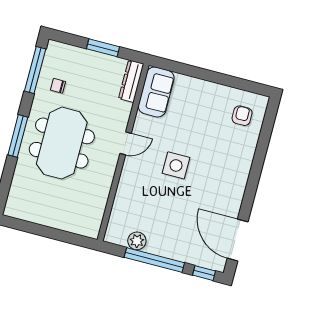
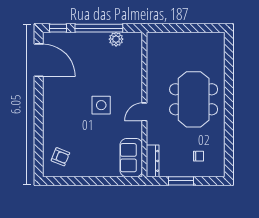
window: (35, 70) -> (229, 150), removed
chair: (58, 86) -> (198, 156), moved
armchair: (242, 116) -> (60, 157), turned -68
window: (18, 136) -> (229, 96), removed

